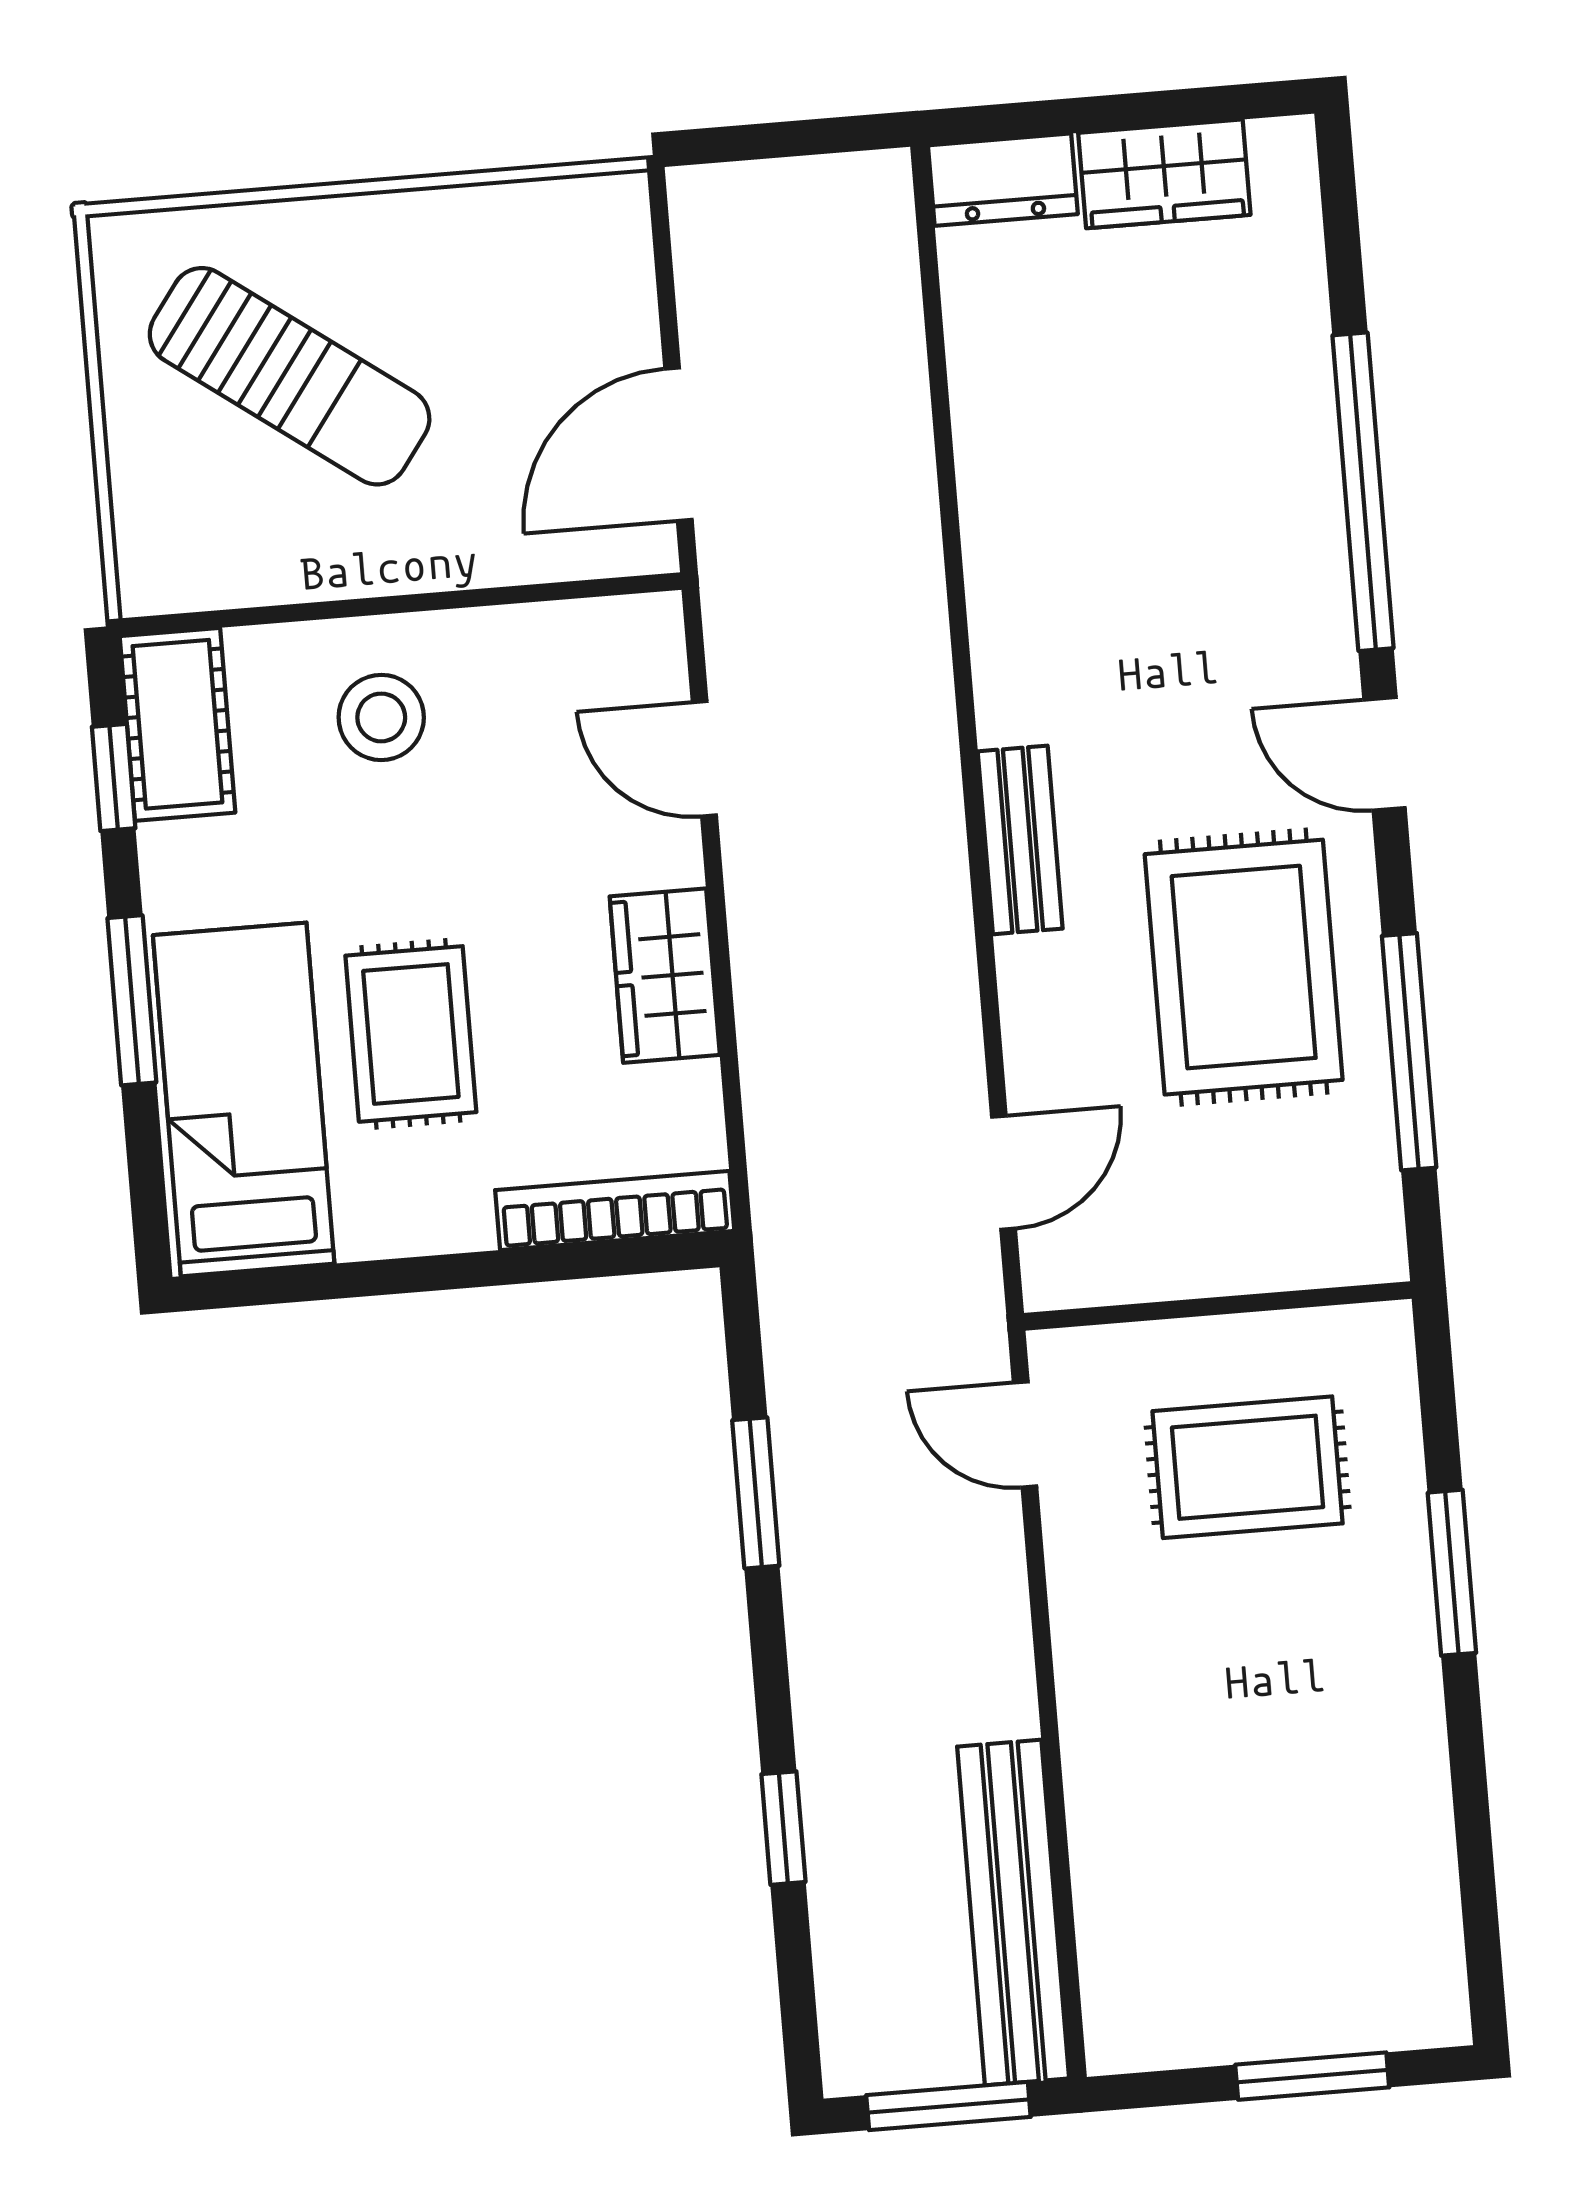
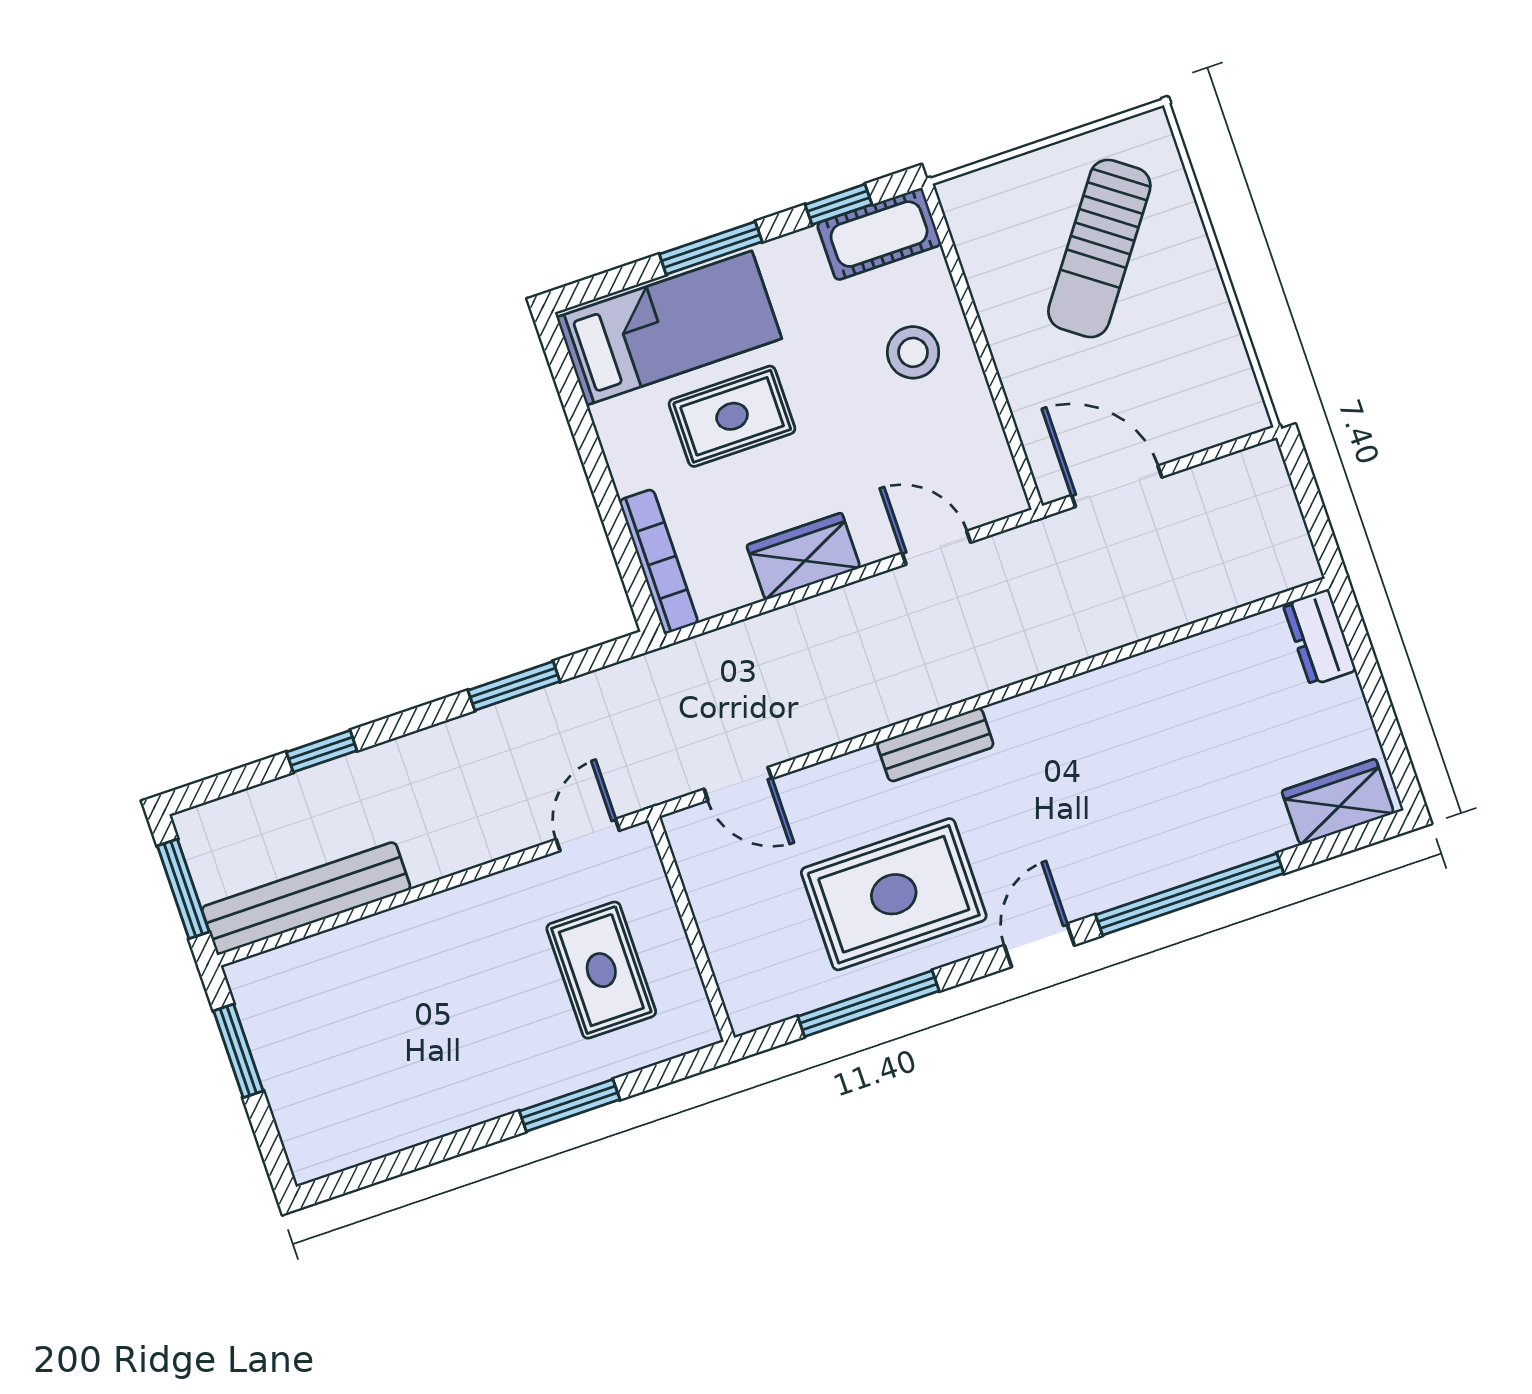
wardrobe: (1164, 174) -> (1338, 802), moved, turned 90
door: (704, 759) -> (936, 548), hinge flipped
window: (1312, 2076) -> (238, 1051), moved

